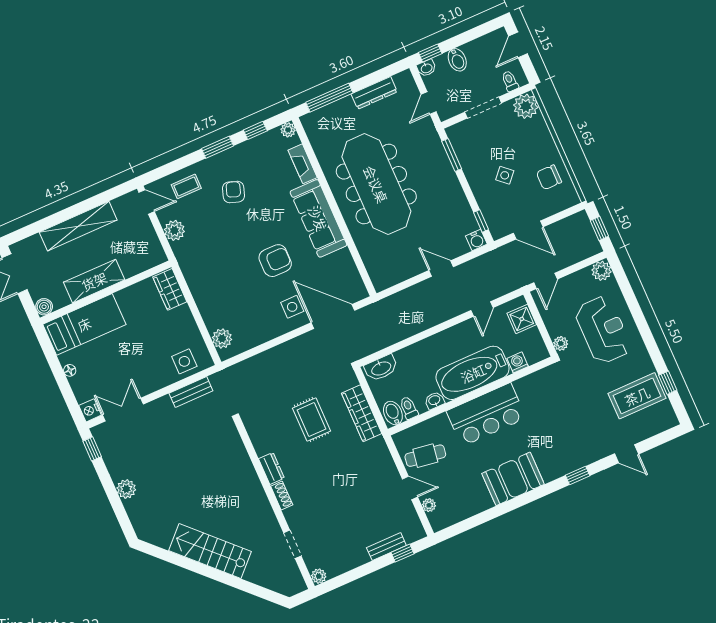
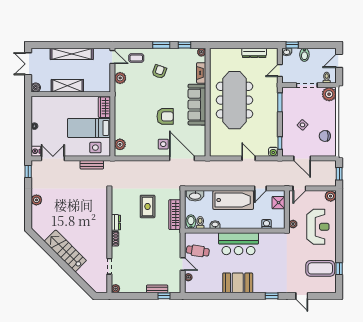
window: (329, 98) -> (230, 45), removed
bed: (84, 324) -> (89, 128), moved, turned 180
bathtub: (473, 373) -> (233, 200), moved, turned 180

